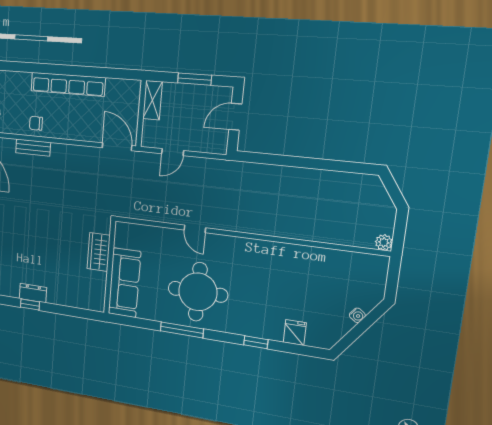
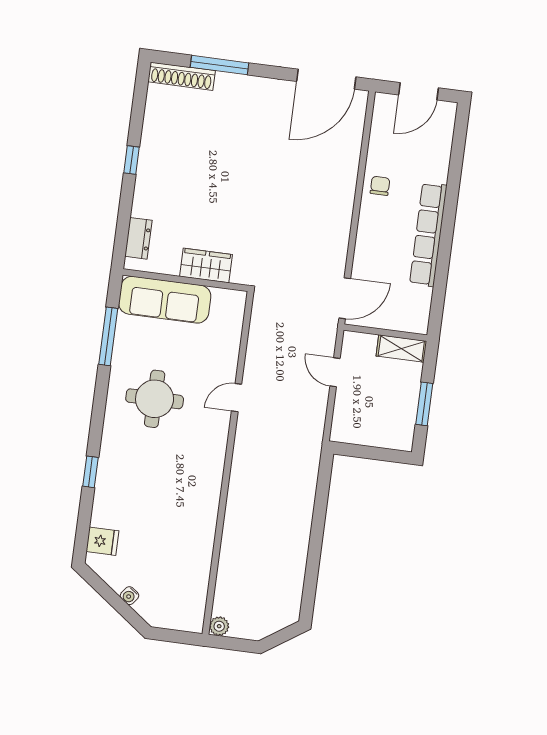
door: (235, 117) -> (375, 453), removed
bench: (33, 148) -> (348, 180), removed
round table: (198, 292) -> (155, 399), width x0.73, depth x0.73
dresser: (33, 293) -> (138, 238), moved
window: (182, 330) -> (108, 336), moved
fridge: (295, 333) -> (102, 541), moved

